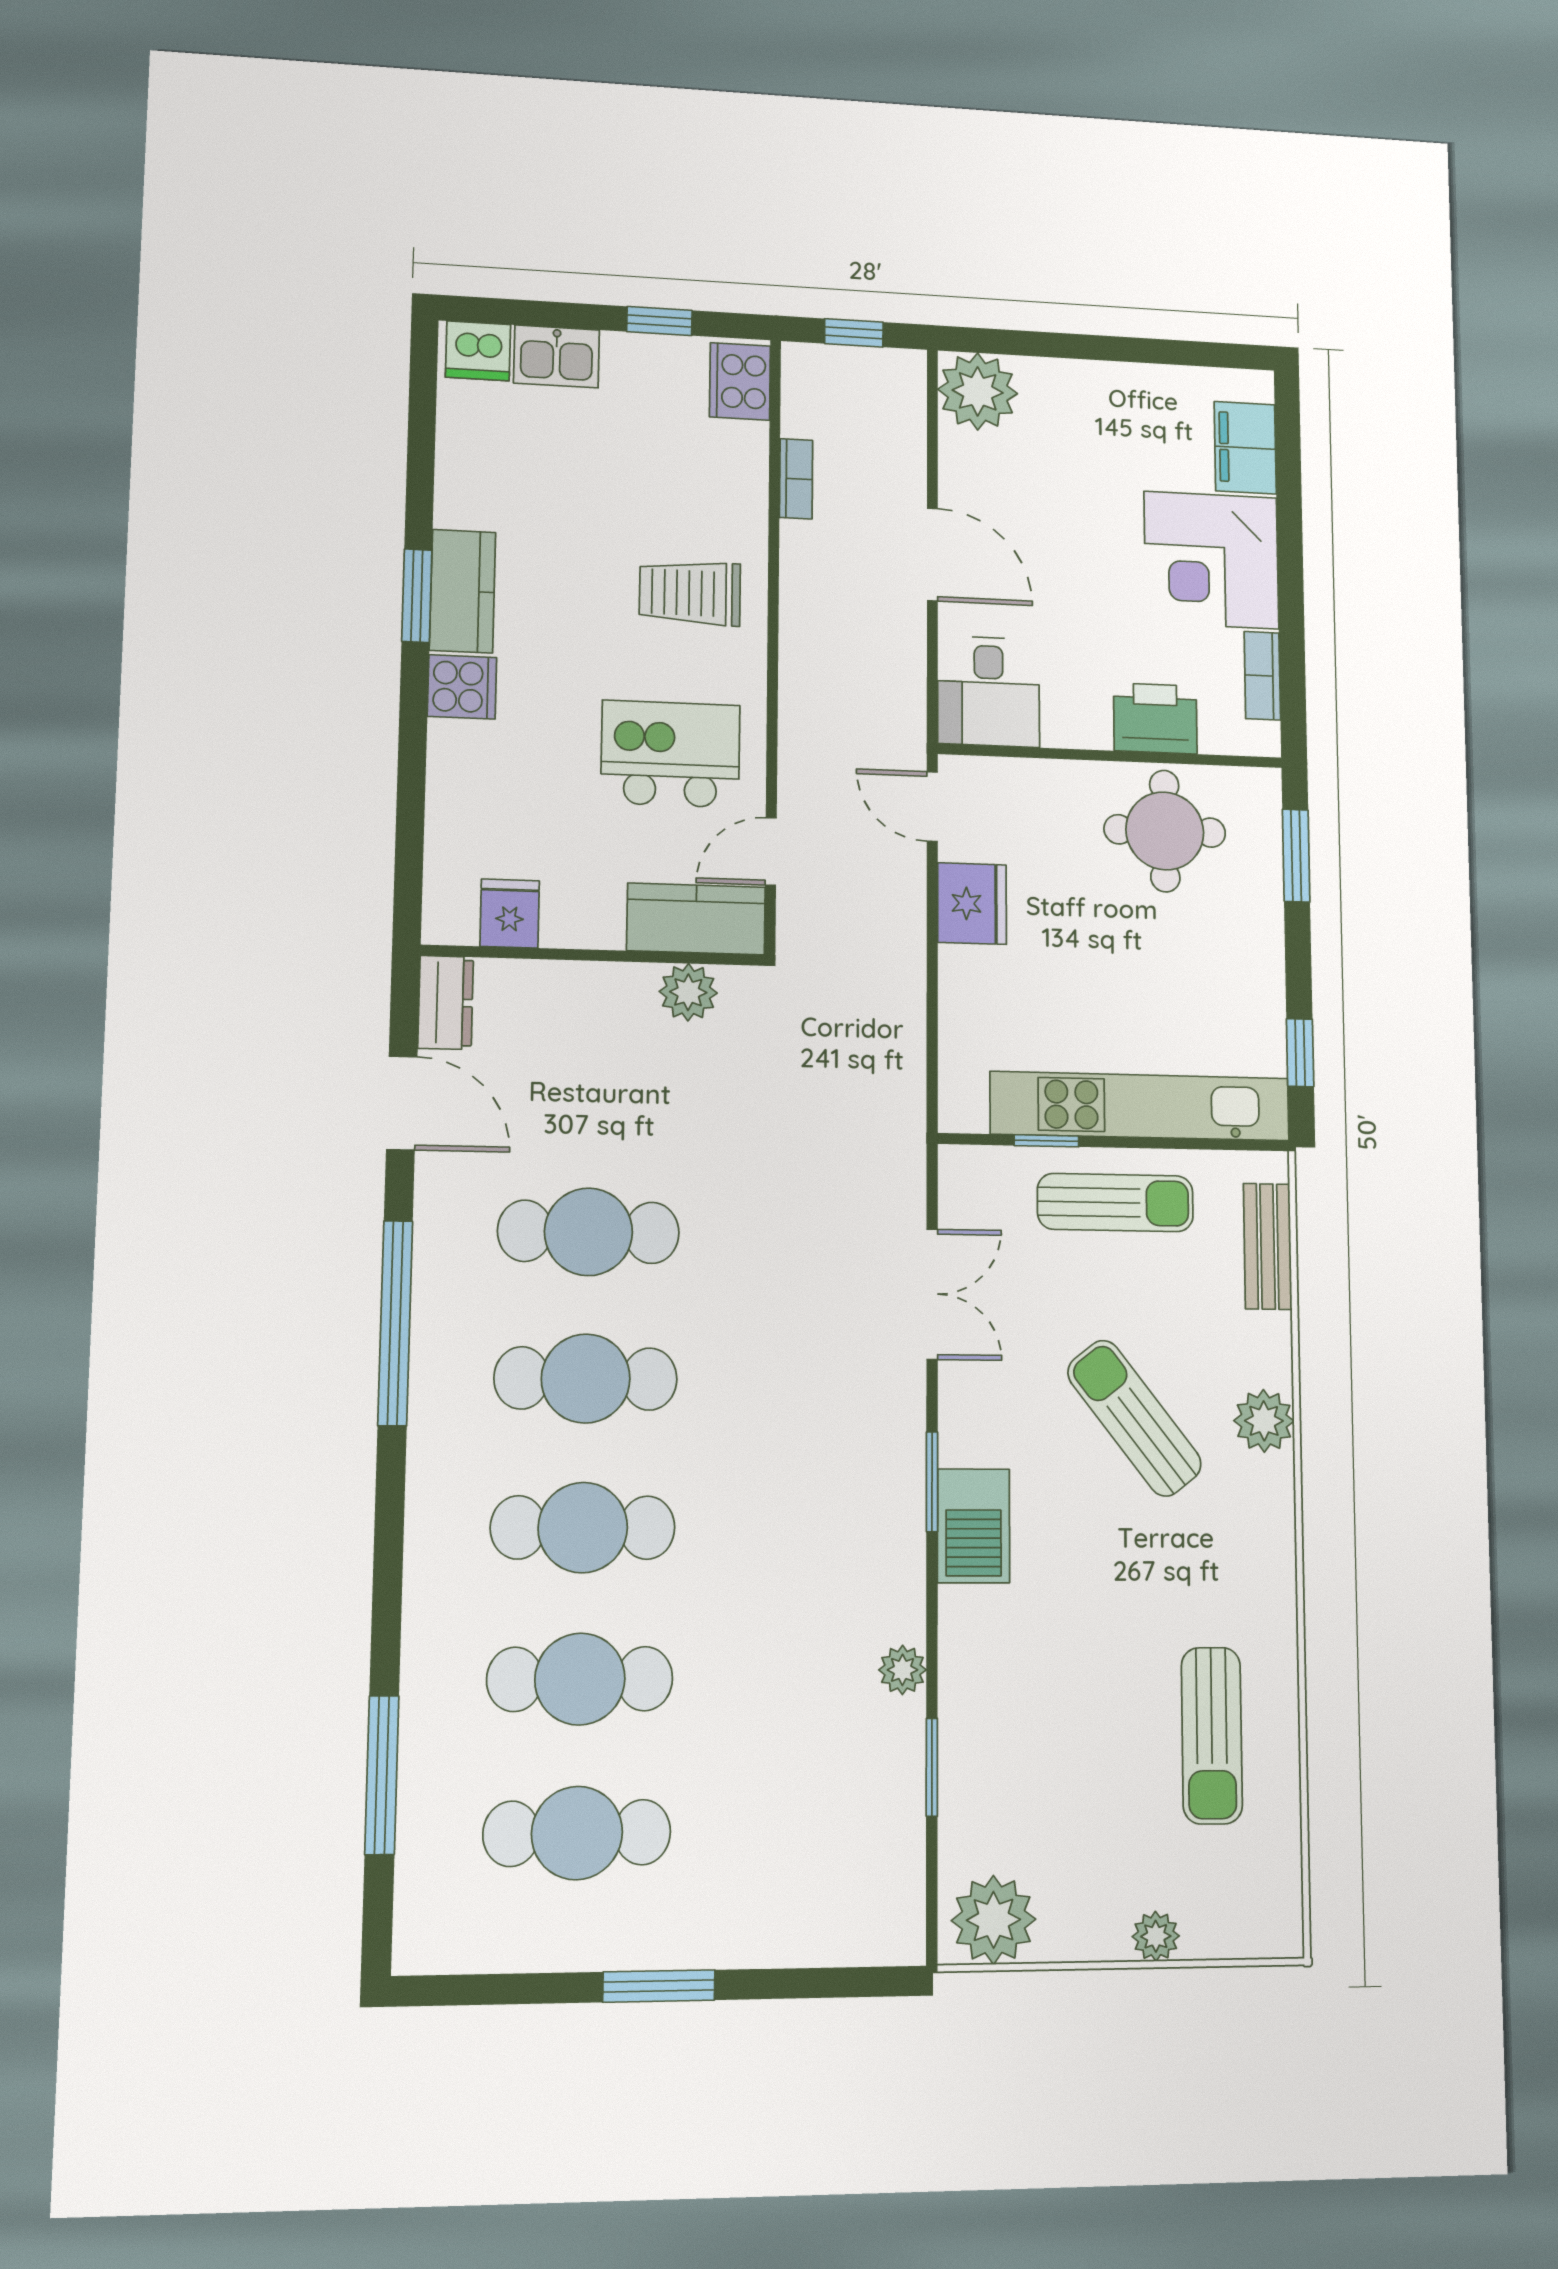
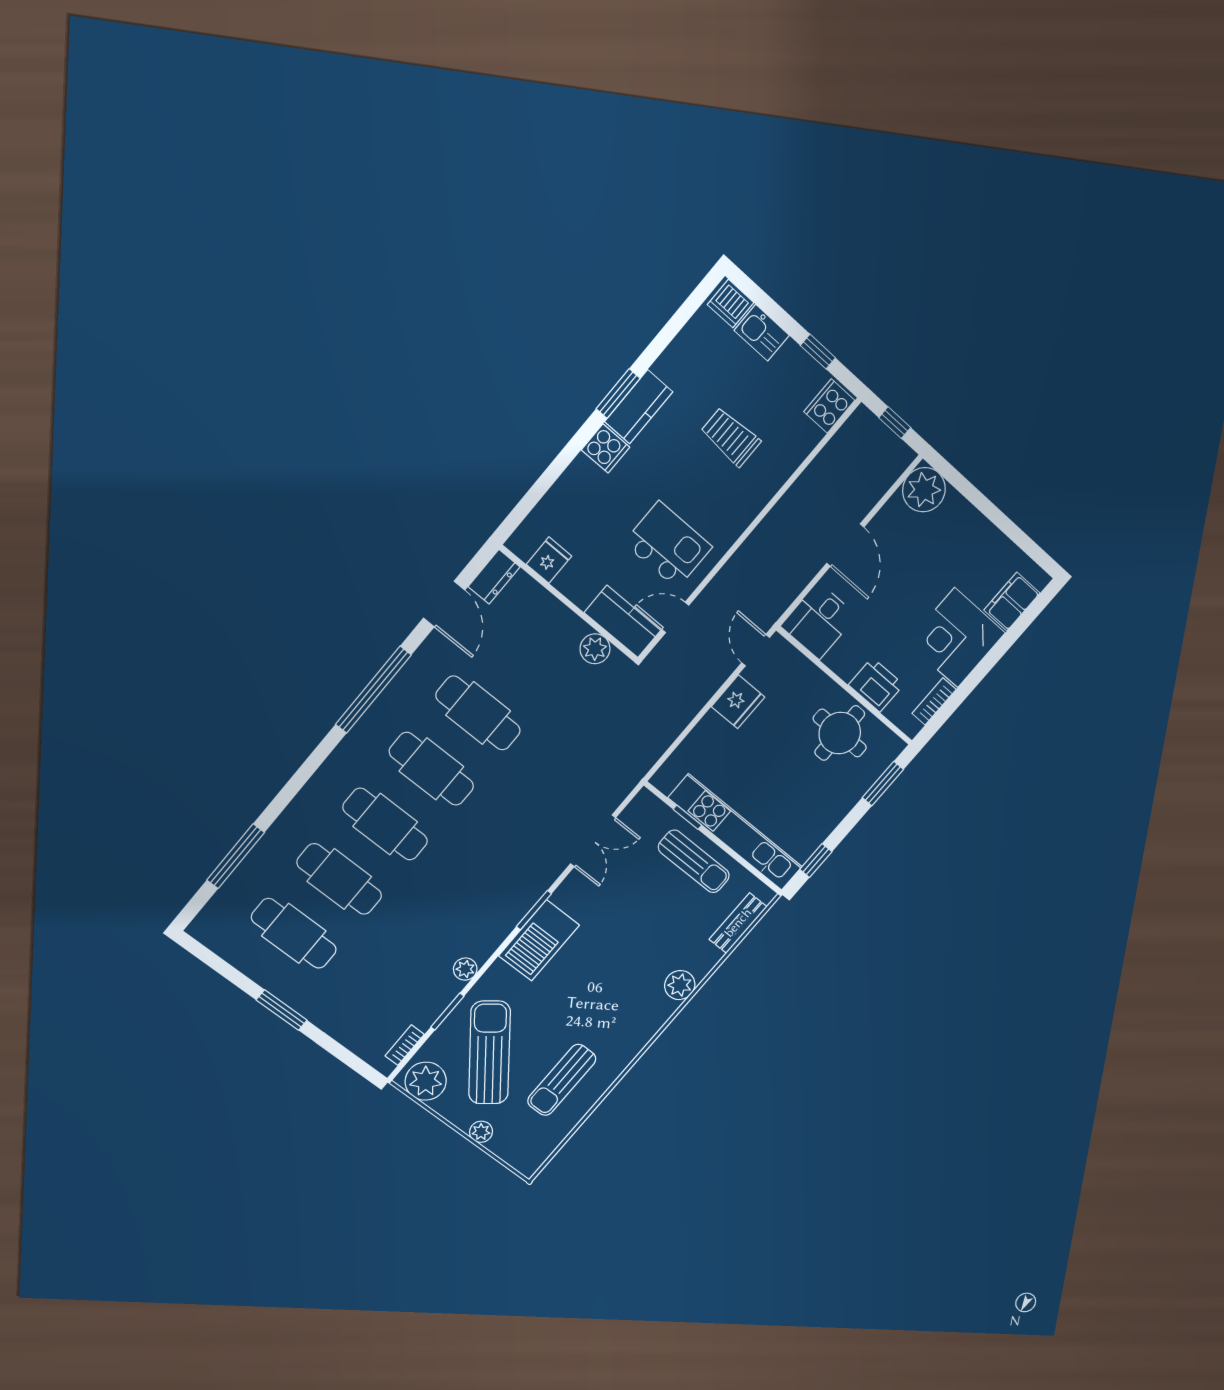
bookcase: (796, 479) -> (405, 1045), moved, turned 180
trolley: (690, 593) -> (730, 437), moved
sun lounger: (1134, 1418) -> (490, 1053), moved, width x1.36, depth x1.34
barbecue: (974, 1526) -> (539, 940), width x1.37, depth x1.21

